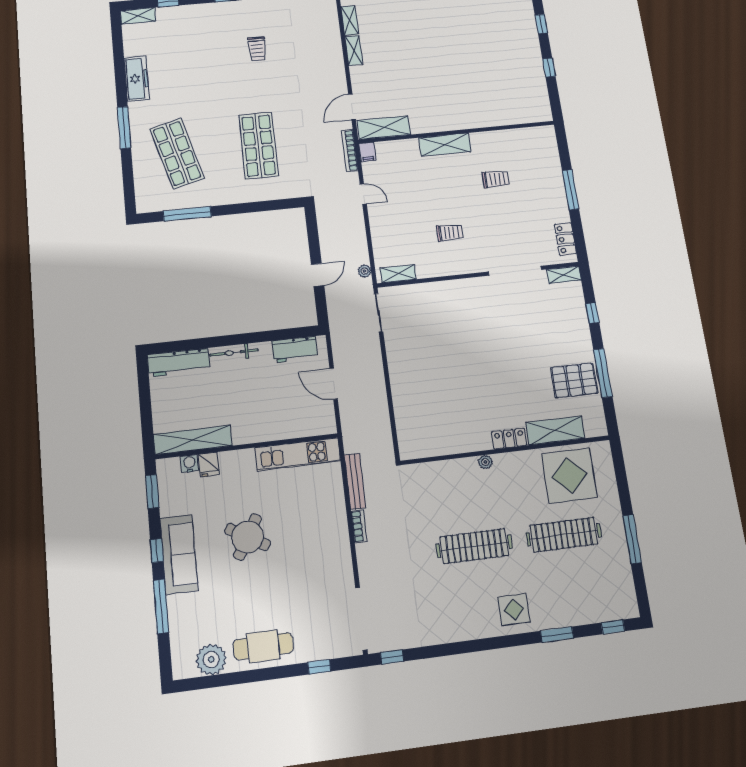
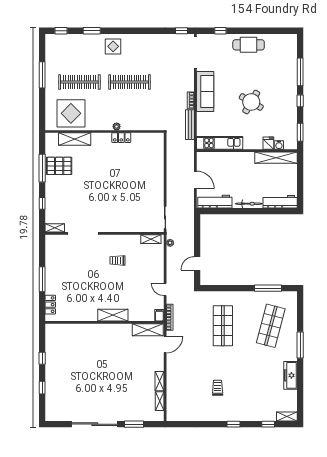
shop shelf: (177, 153) -> (271, 326), turned 30
trolley: (496, 179) -> (86, 290), removed
locker: (565, 239) -> (50, 305), moved
door: (318, 275) -> (197, 263), moved
workbench: (295, 350) -> (215, 202), width x1.38
locker: (509, 439) -> (121, 138), moved
sofa: (179, 554) -> (205, 91), moved, turned 180
plant: (211, 659) -> (276, 42), removed

